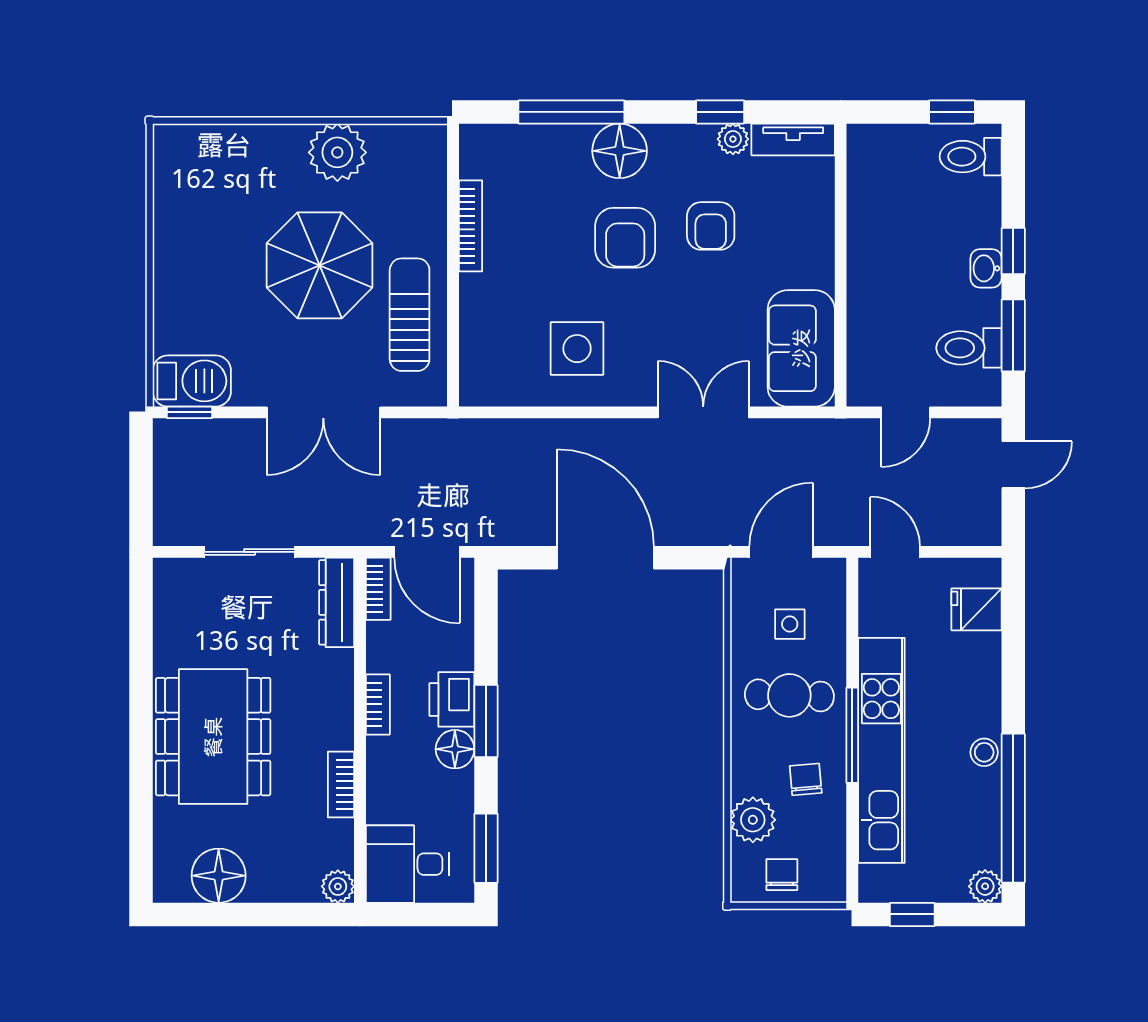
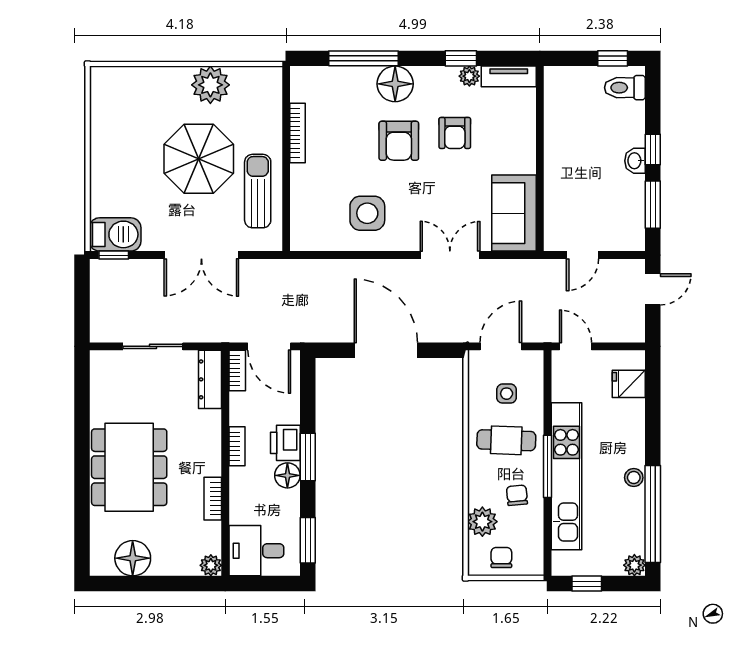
toilet: (969, 348) -> (624, 213), removed

